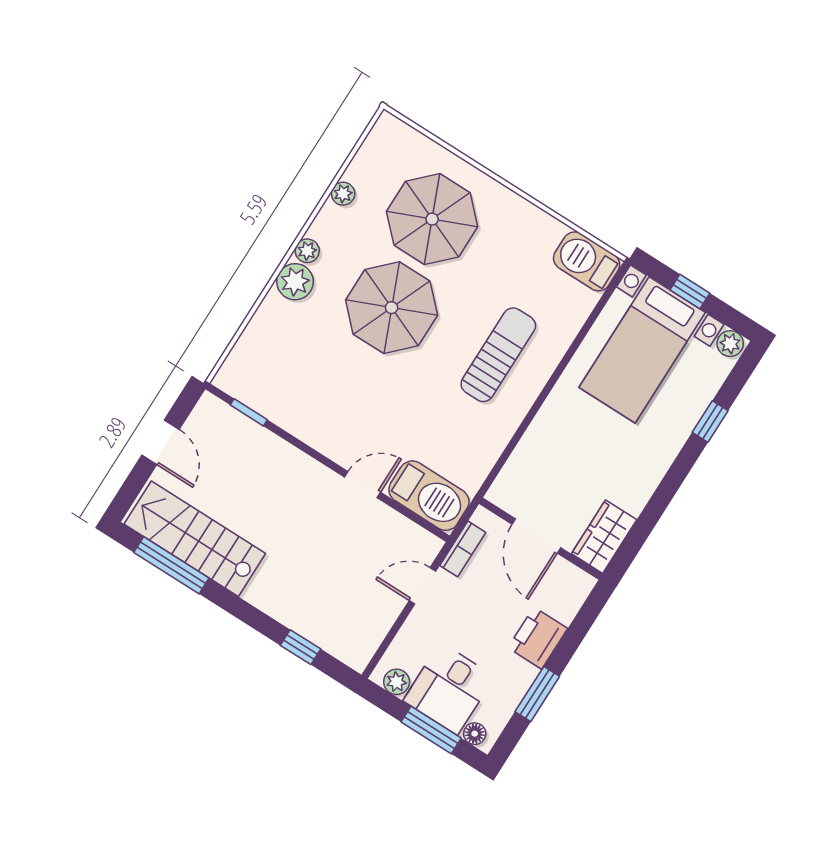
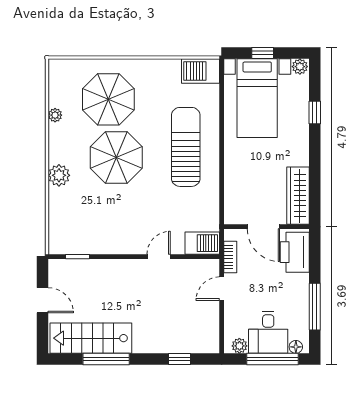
plant: (307, 251) -> (55, 156), removed
sun lounger: (498, 355) -> (186, 147), width x1.36, depth x1.34
barbecue: (429, 496) -> (202, 243), width x0.73, depth x0.83
wardrobe: (604, 537) -> (298, 196), width x1.50
window: (171, 565) -> (106, 359), moved
printer: (538, 638) -> (295, 252), moved, width x1.37, depth x1.19
window: (537, 694) -> (315, 307), width x1.44
window: (431, 730) -> (272, 359), width x1.44

